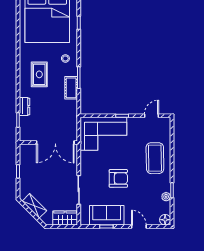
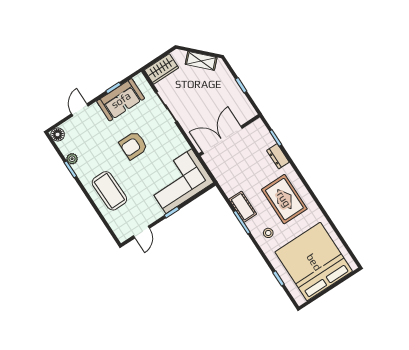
rug: (39, 74) -> (284, 199), width x1.36, depth x1.43
door: (139, 227) -> (80, 110), swing flipped

